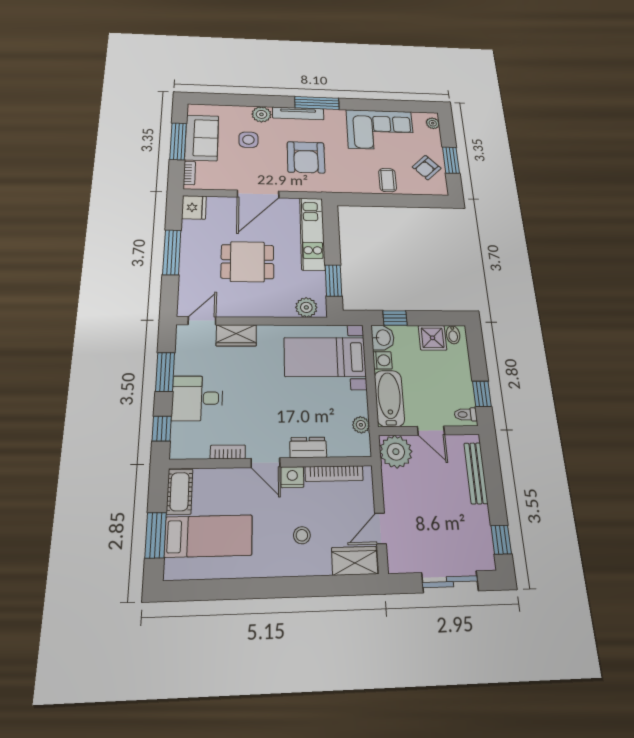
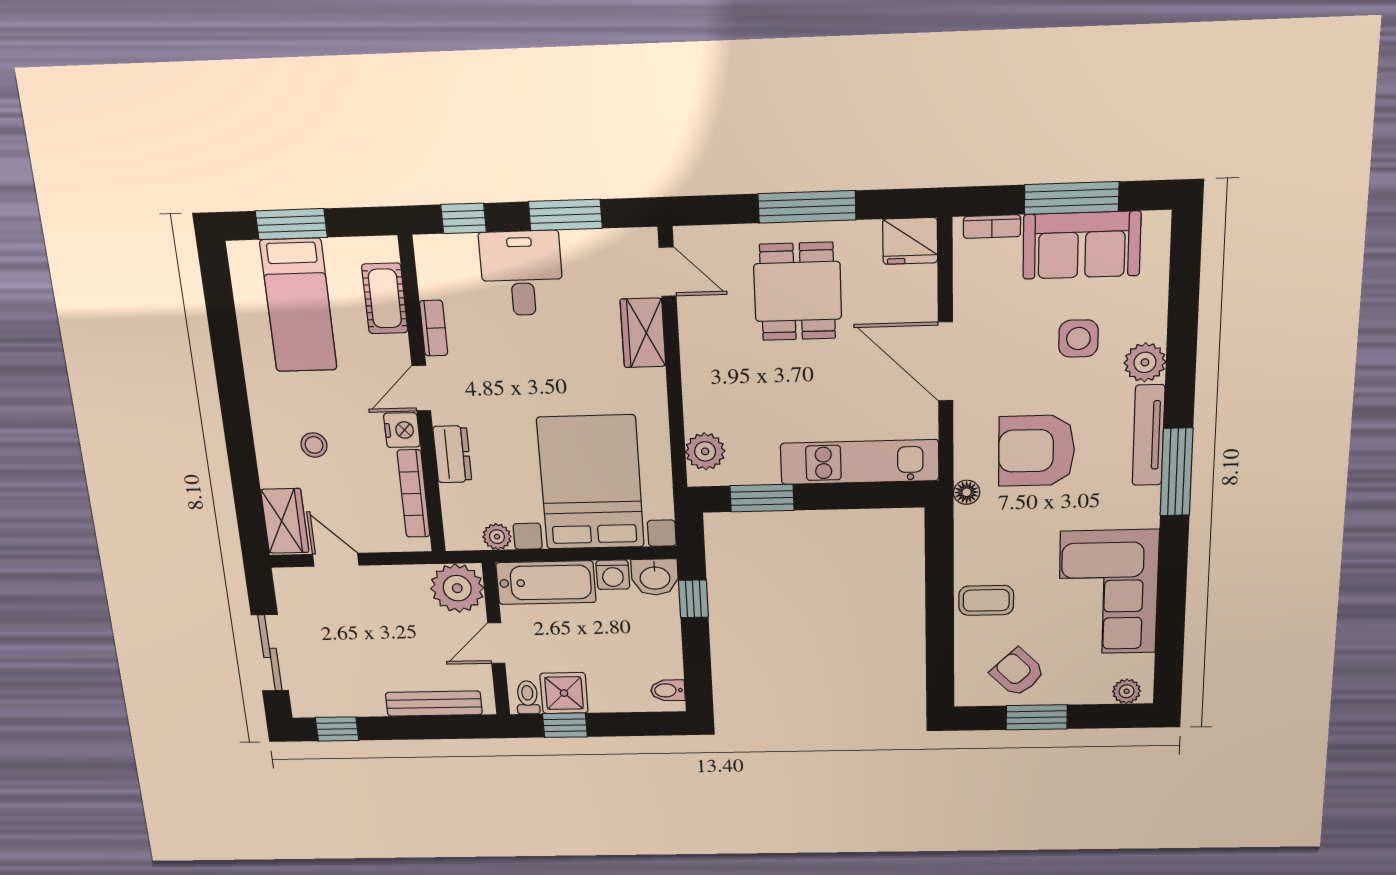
floor lamp: (328, 187) -> (967, 492), added
dining table: (247, 262) -> (798, 292), moved
shower: (433, 338) -> (564, 693), moved
bed with nightstands: (325, 357) -> (591, 482), width x1.36
cot: (180, 492) -> (385, 298), moved, turned 90

